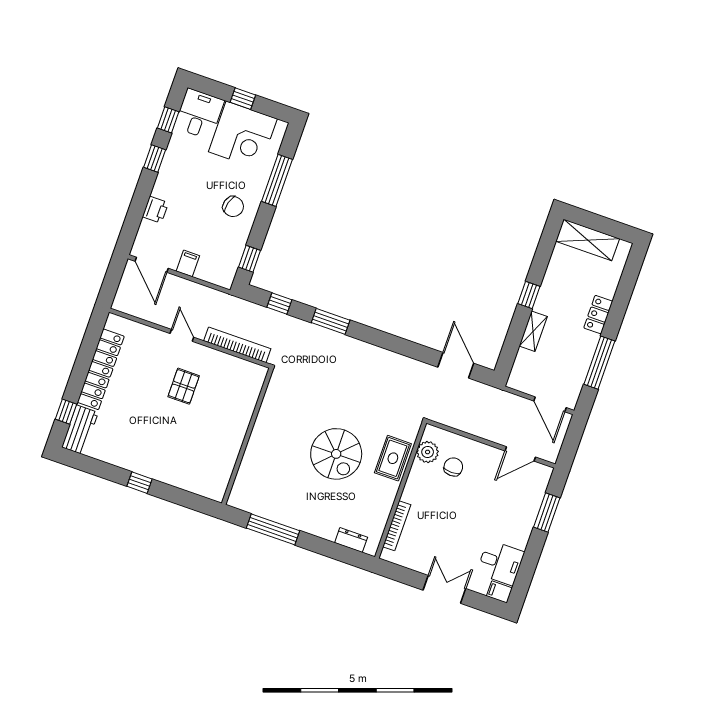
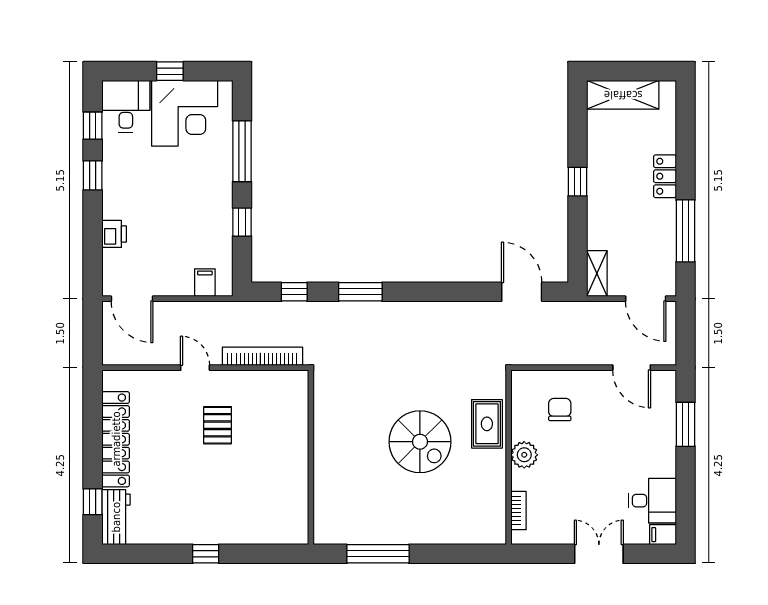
chair: (233, 207) -> (202, 199), removed
window: (249, 259) -> (242, 222), moved
filing cabinet: (188, 263) -> (205, 283), moved
shelving: (533, 331) -> (597, 274), moved
plant: (428, 452) -> (524, 455), moved
door: (520, 454) -> (632, 368), hinge flipped
bookcase: (397, 526) -> (518, 511), width x0.64
dresser: (351, 540) -> (472, 535), removed

